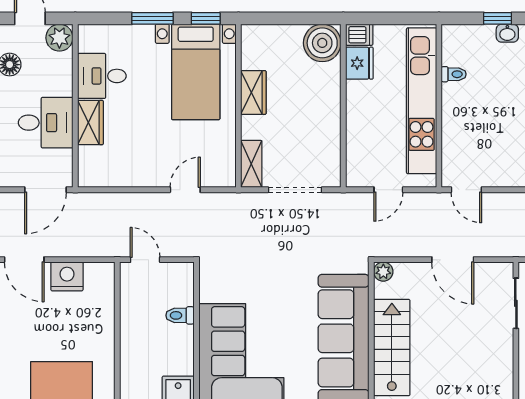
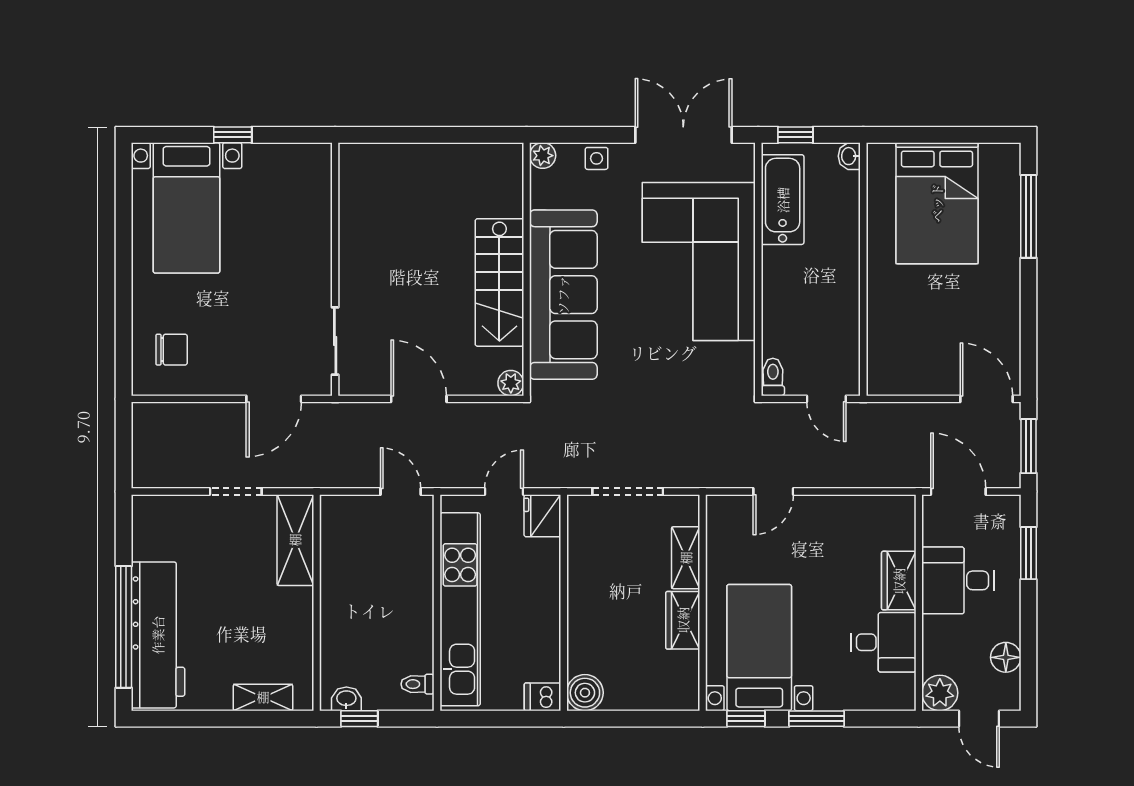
boiler: (322, 43) -> (585, 693), width x0.73, depth x0.73
fridge: (359, 63) -> (542, 516), moved
toilet: (454, 74) -> (418, 684), moved
shelving: (251, 164) -> (686, 558), moved
door: (45, 190) -> (958, 492), hinge flipped
nightstand: (67, 276) -> (930, 377), removed
toilet: (180, 315) -> (773, 377), moved, turned -90

